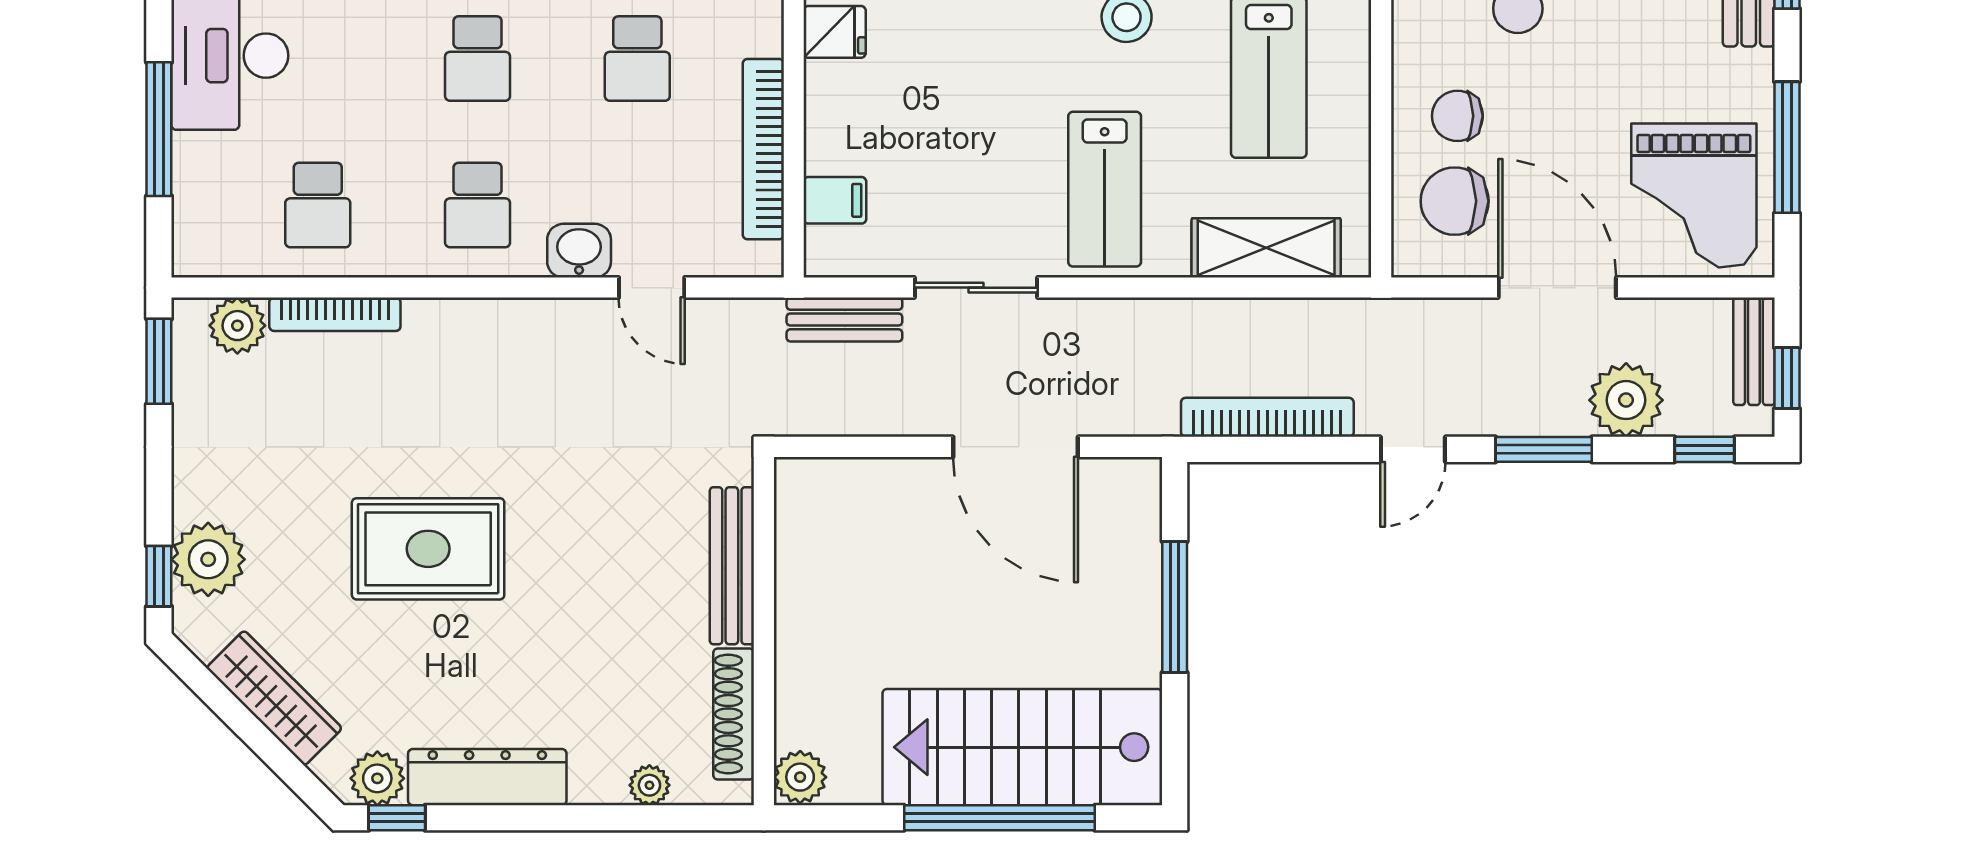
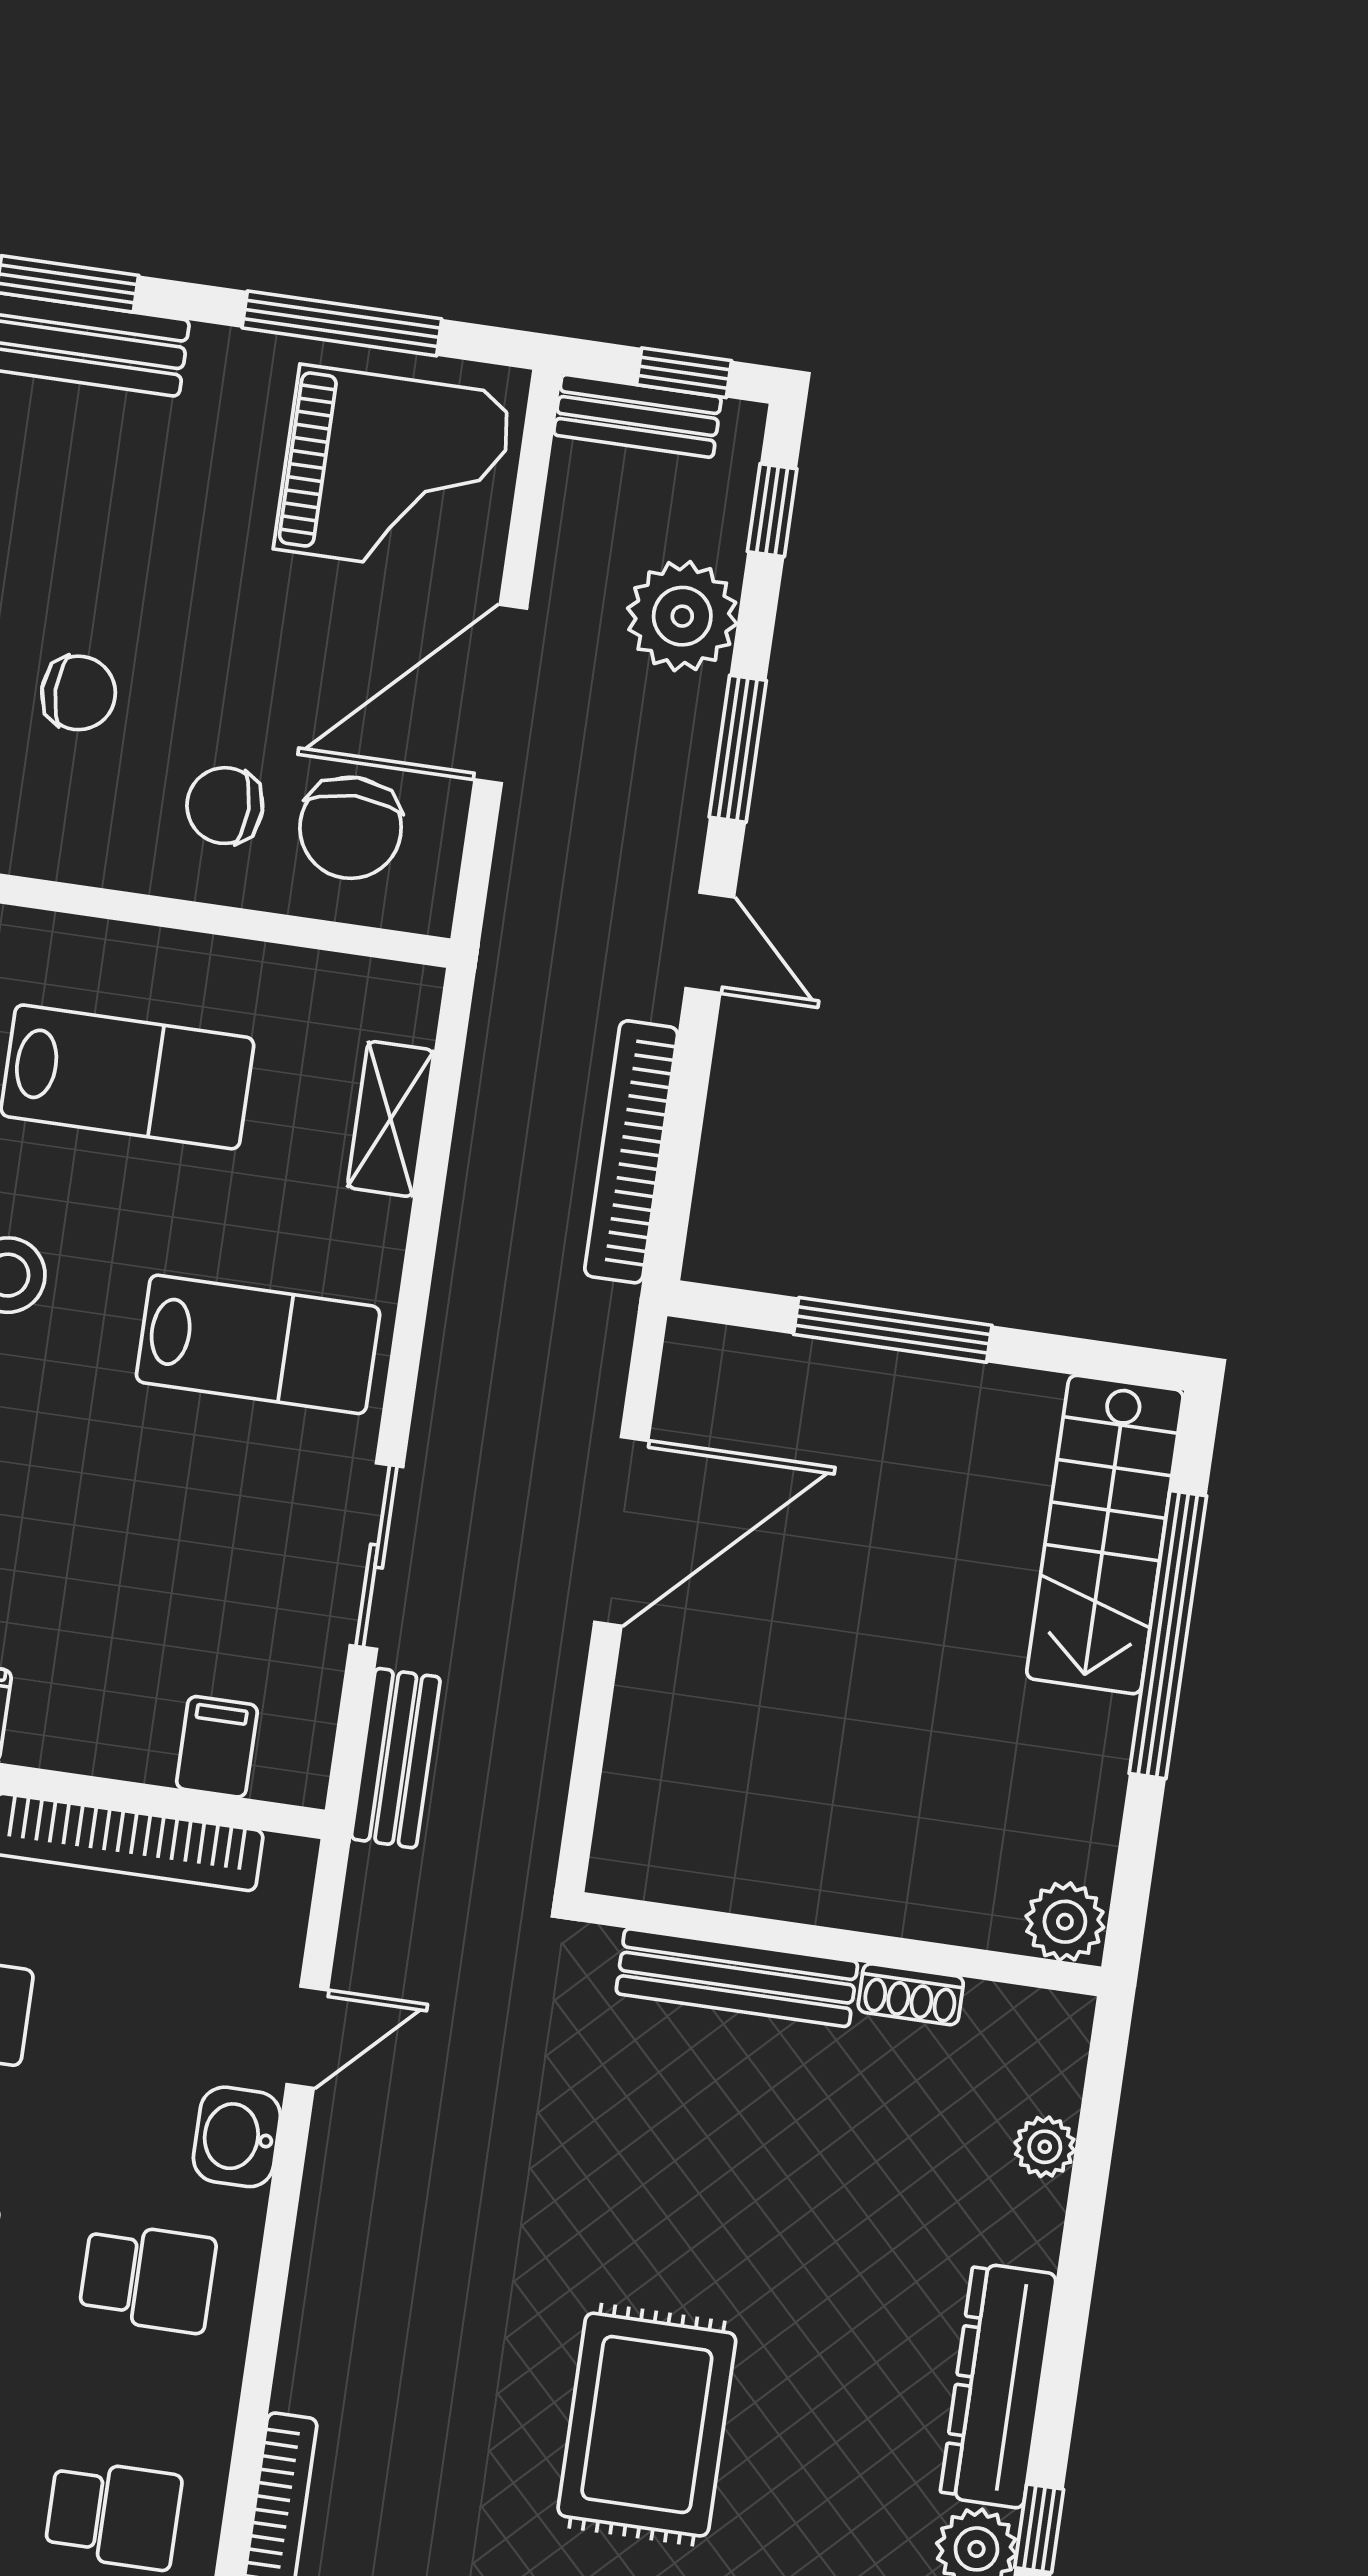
chair: (1457, 116) -> (225, 806), turned 90
shelving: (1266, 248) -> (391, 1119), width x0.67, depth x0.75
shoe rack: (734, 714) -> (911, 1994), width x0.51, depth x0.81
stairs: (1022, 747) -> (1105, 1534), width x0.73, depth x0.66

